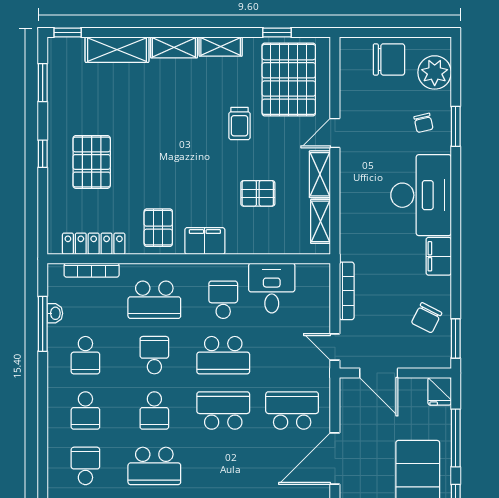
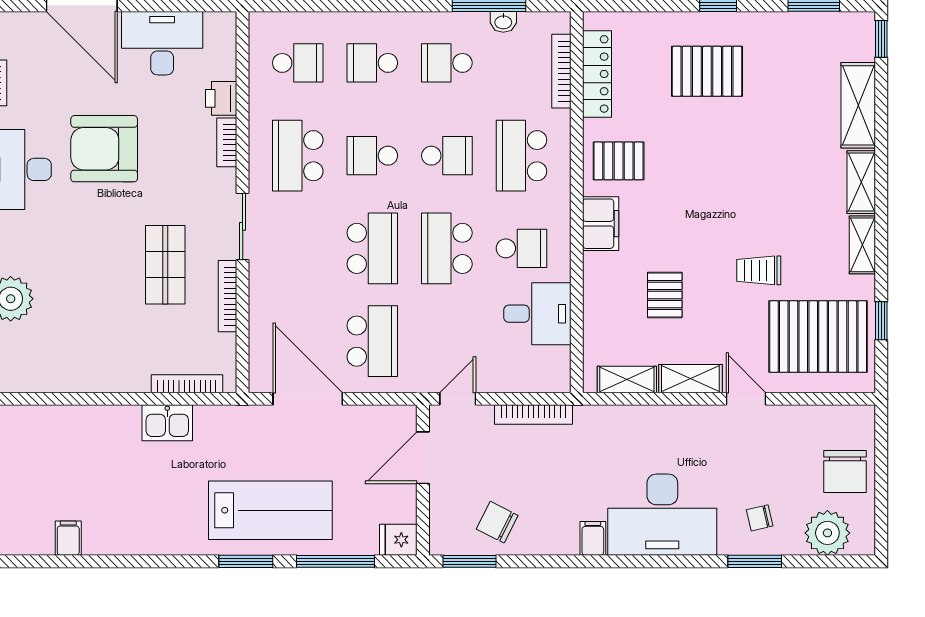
filing cabinet: (439, 256) -> (593, 538), width x0.50

